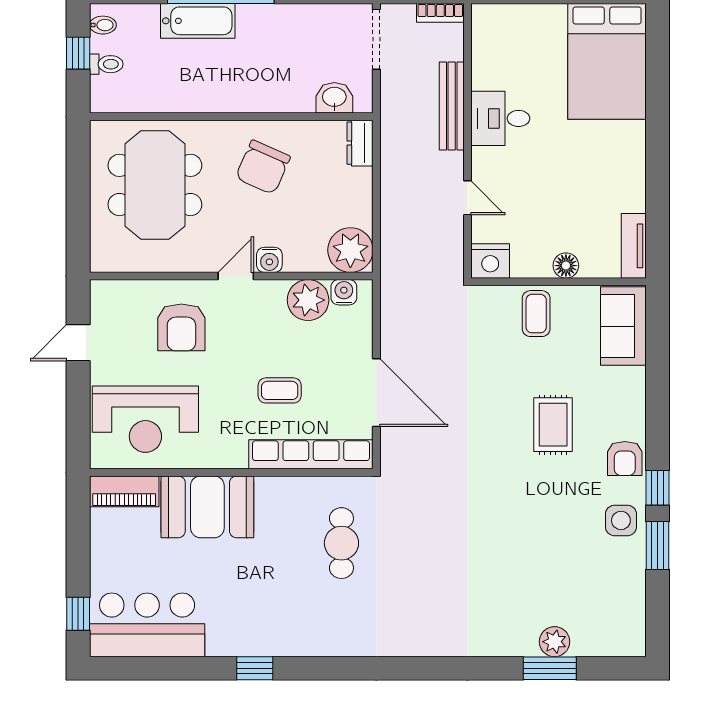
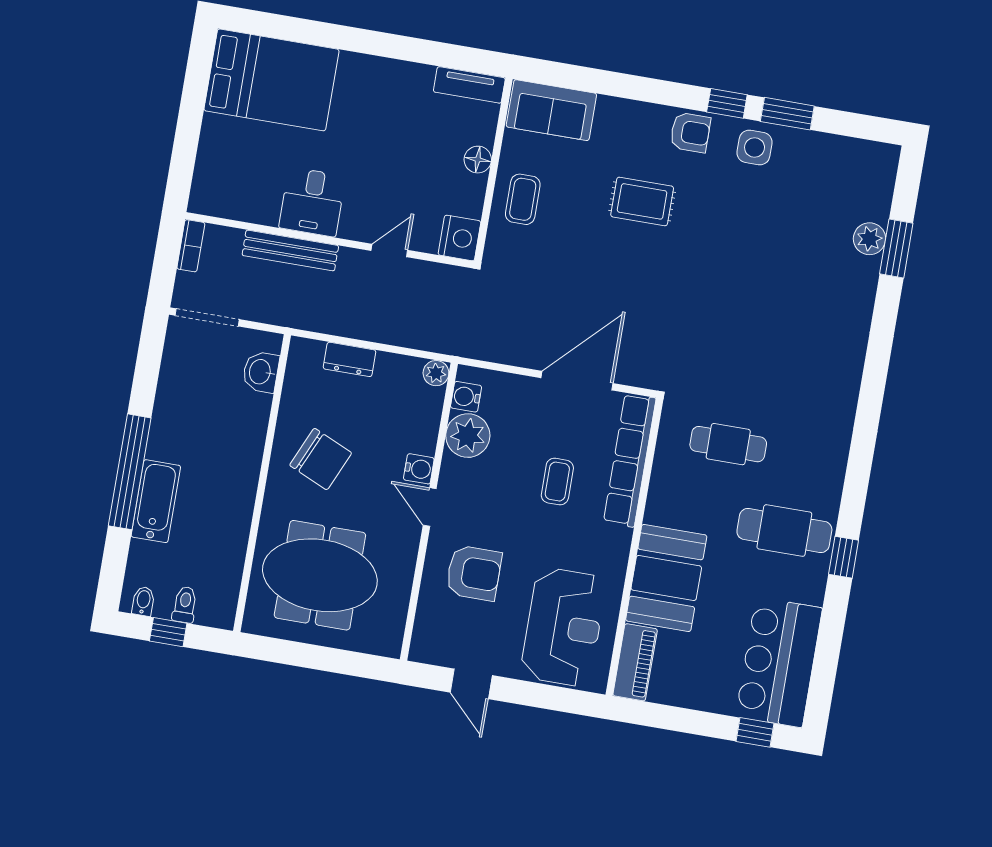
dresser: (360, 143) -> (349, 359), moved
plant: (350, 250) -> (436, 373), width x0.53, depth x0.53
coffee table: (536, 314) -> (523, 199), turned 90
cafe table: (270, 609) -> (784, 531), added

